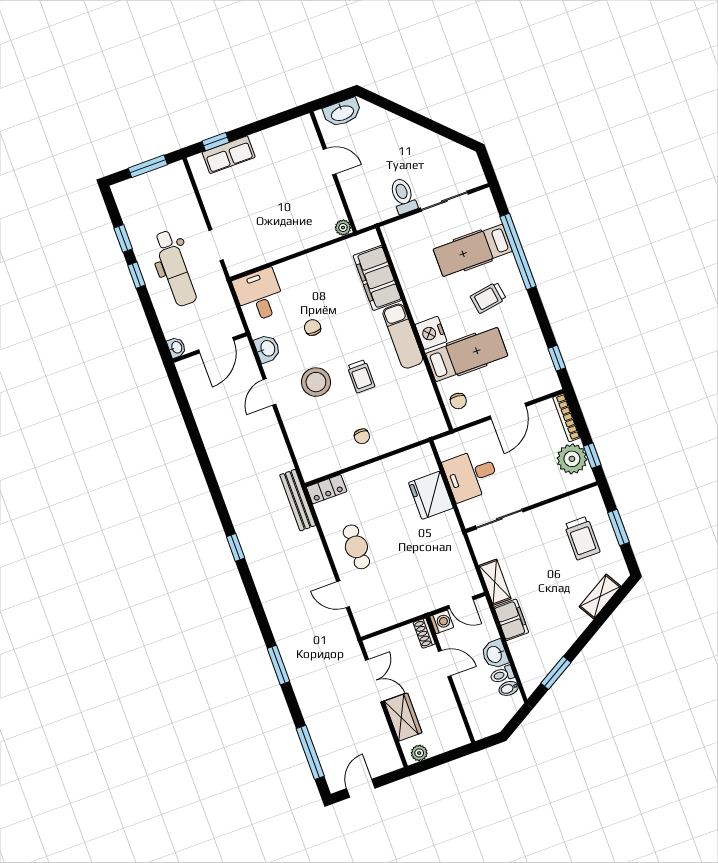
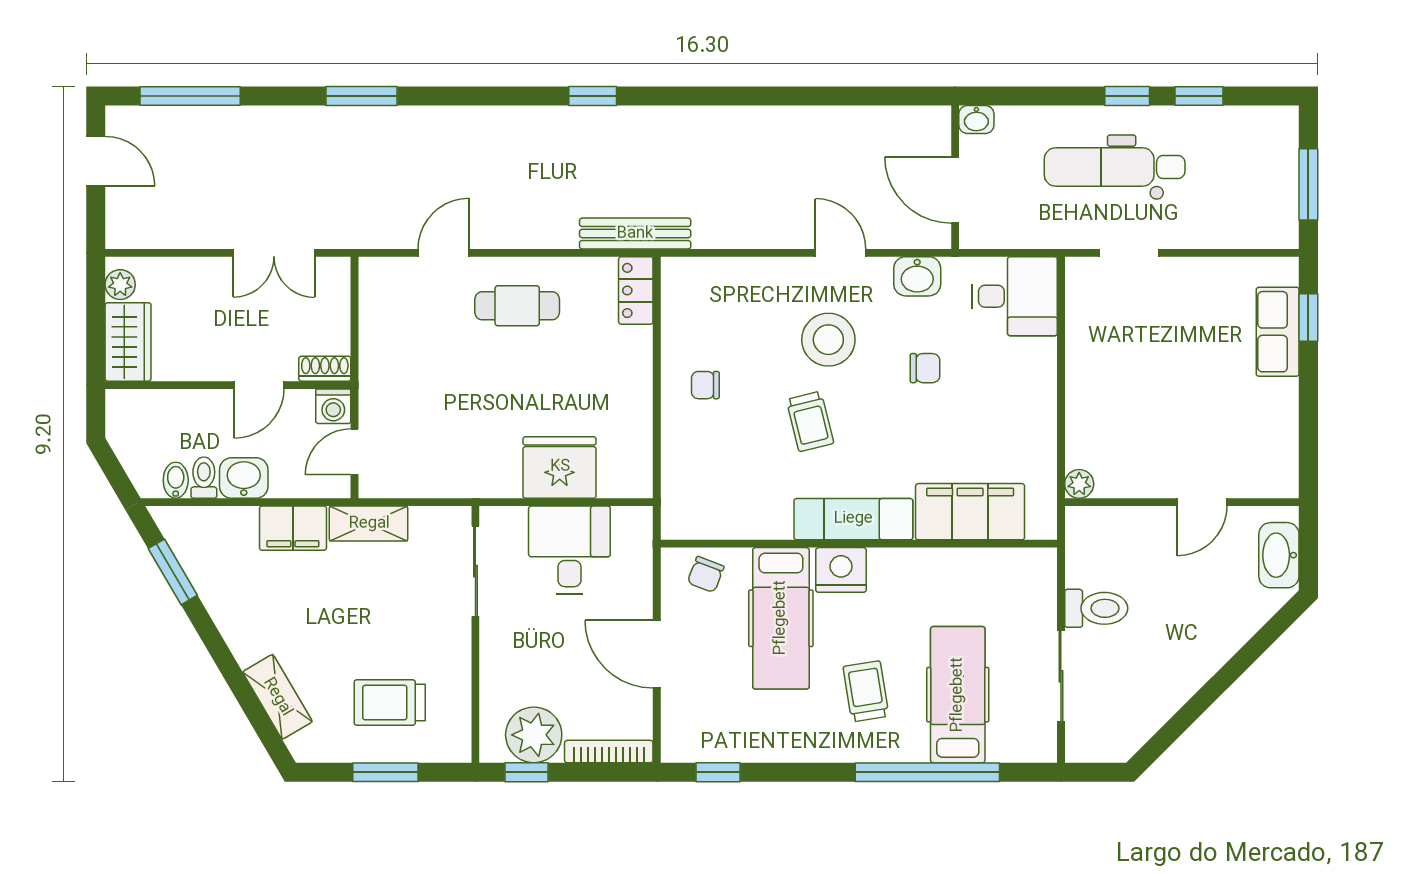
trolley: (361, 376) -> (810, 421), turned -104
chair: (458, 401) -> (706, 574), turned -75
wardrobe: (403, 717) -> (128, 342), moved, turned -90

